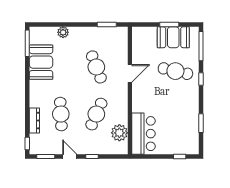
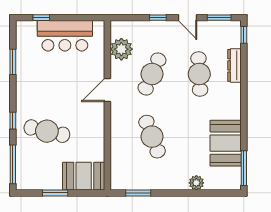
booth: (173, 37) -> (84, 176), moved
door: (130, 73) -> (107, 90), moved
bar counter: (144, 134) -> (65, 36), moved, turned -90

